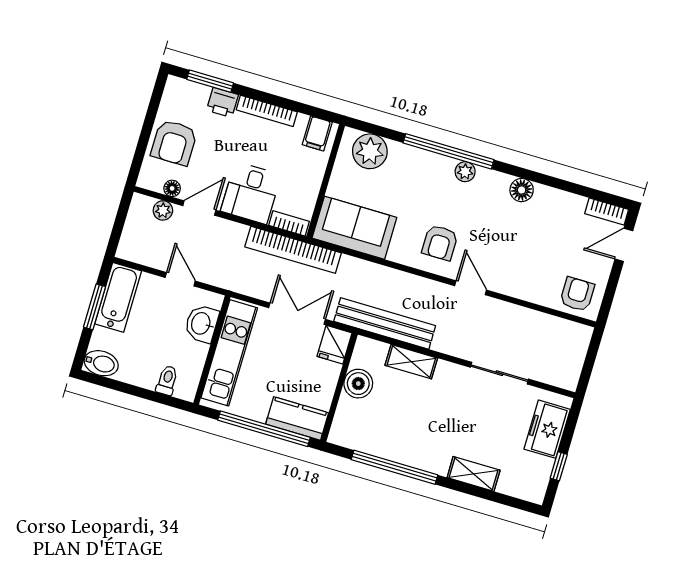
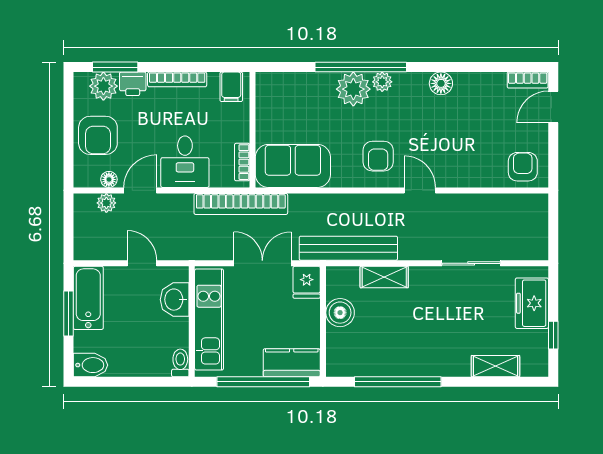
plant: (193, 96) -> (103, 86), added
plant: (370, 151) -> (353, 89), moved
bookcase: (289, 223) -> (242, 162), moved, turned -90
toilet: (167, 380) -> (180, 363), moved
shelving: (474, 474) -> (495, 366), moved

